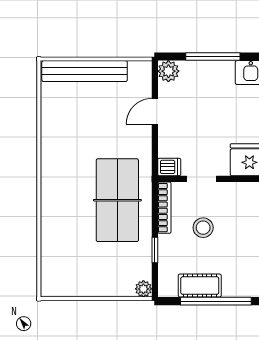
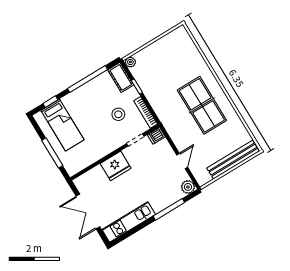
table tennis table: (117, 200) -> (202, 105), moved
cot: (200, 286) -> (121, 77), moved, turned 90

